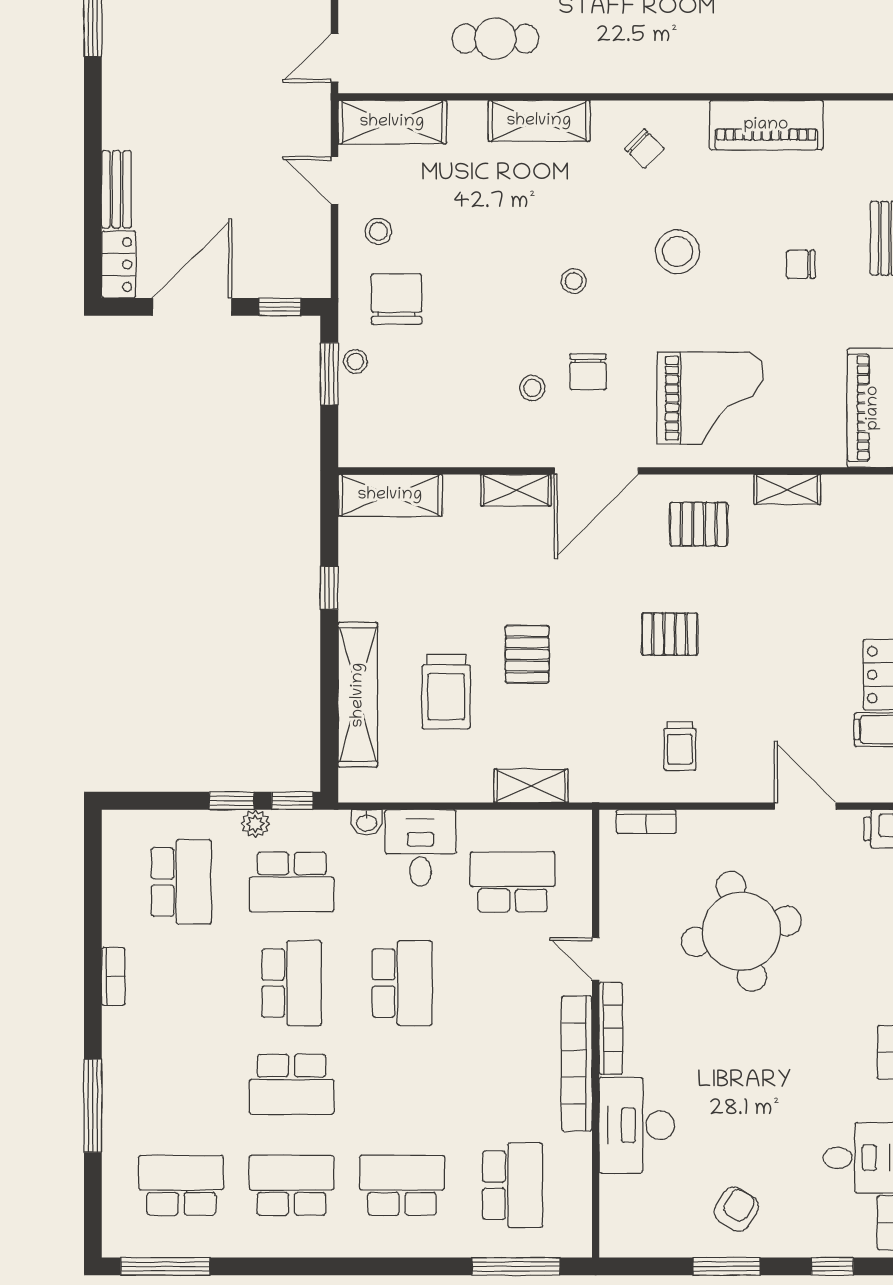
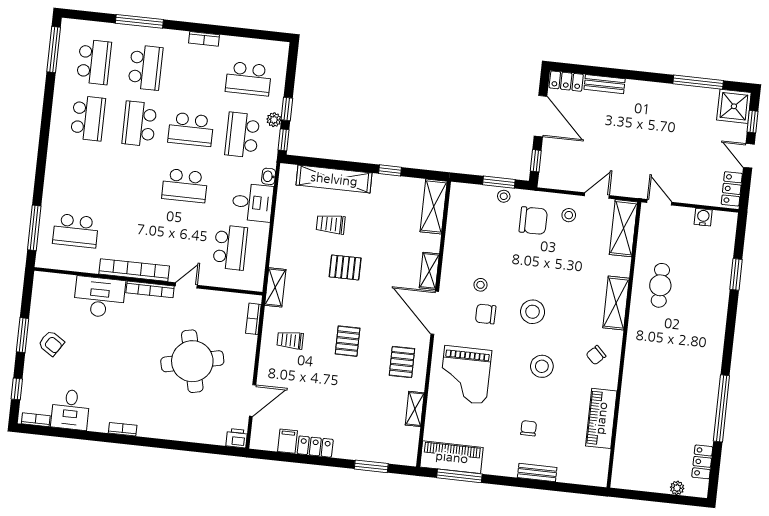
stool: (574, 281) -> (533, 312), width x1.89, depth x1.89
trolley: (446, 692) -> (331, 224), width x0.73, depth x0.72
shelving: (531, 786) -> (275, 287), moved
school desk: (402, 1185) -> (145, 68), moved

